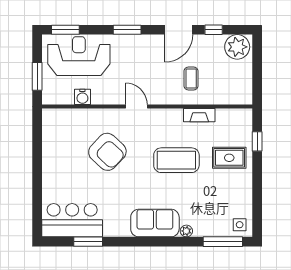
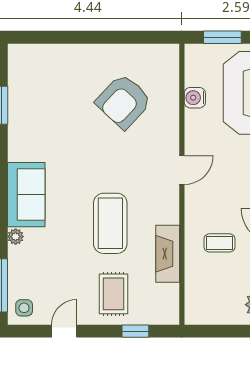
fireplace: (199, 115) -> (168, 254), width x1.37, depth x1.32
armchair: (107, 152) -> (124, 101), moved
door: (257, 195) -> (64, 331), added
bar counter: (72, 220) -> (30, 84), removed

